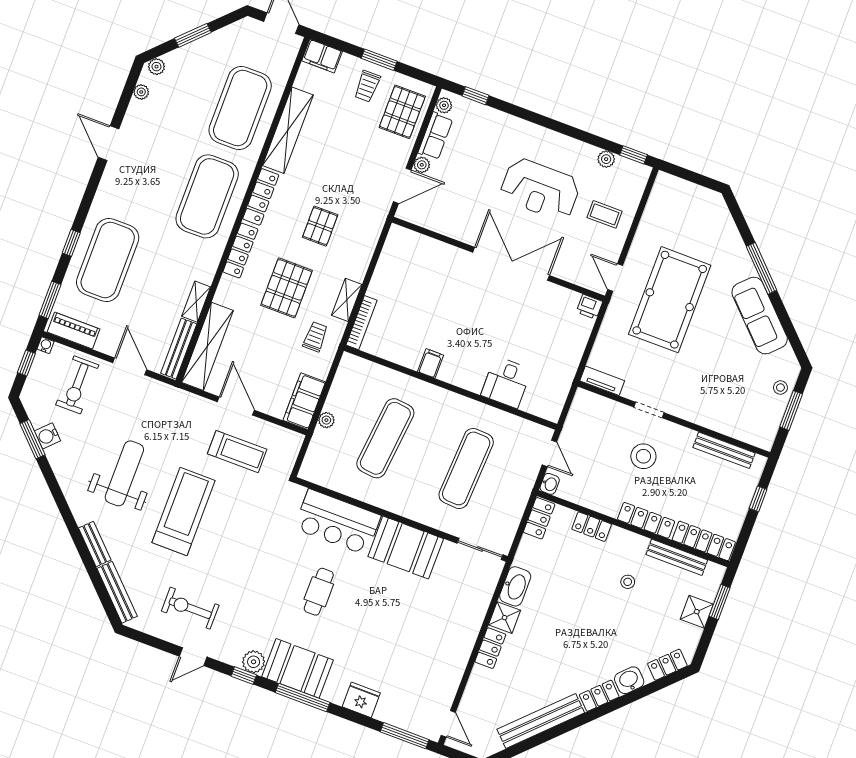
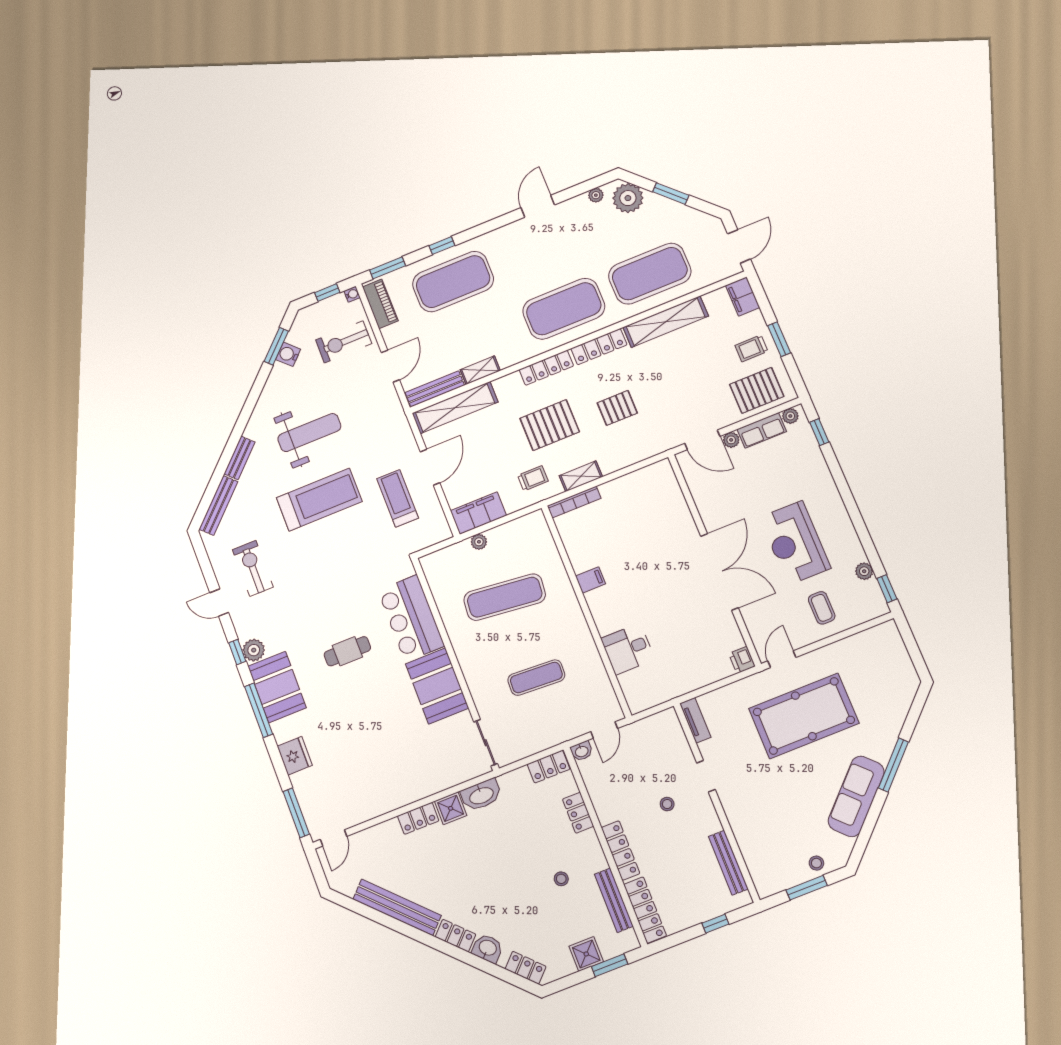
plant: (157, 67) -> (628, 198), width x1.87, depth x1.87
treadmill: (237, 452) -> (398, 498), turned 180
stool: (643, 456) -> (667, 804), width x0.53, depth x0.53
exercise mat: (466, 468) -> (536, 678), width x0.73, depth x0.69

